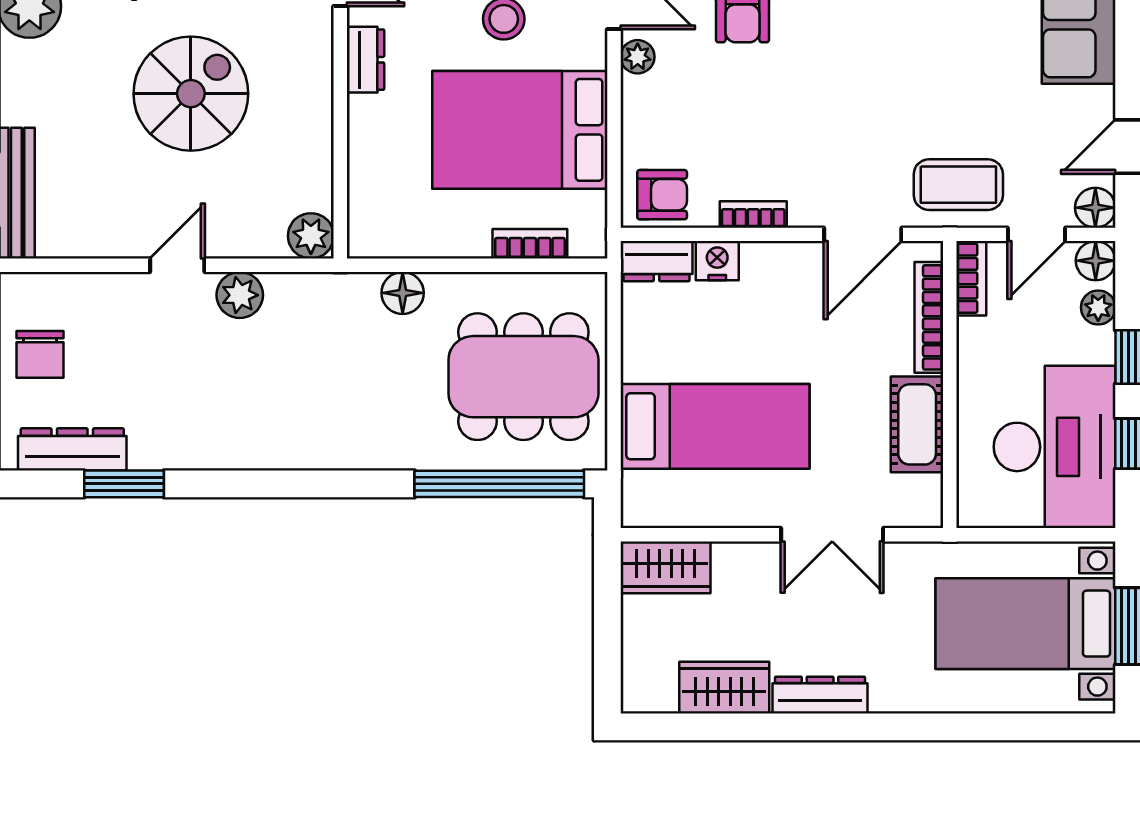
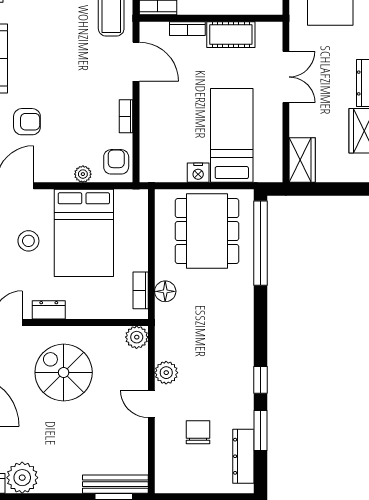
plant: (638, 57) -> (83, 174), moved
spiral stairs: (191, 94) -> (64, 372), moved
bookcase: (530, 244) -> (141, 290), moved
dresser: (657, 261) -> (149, 165), removed
nightstand: (717, 261) -> (198, 173), moved, turned -90
bookcase: (929, 317) -> (187, 29), width x0.64
chair: (40, 354) -> (198, 432), moved, turned -90
window: (225, 484) -> (261, 380), added

